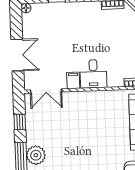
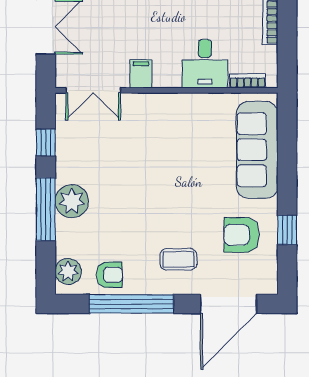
desk: (93, 74) -> (205, 64), moved

